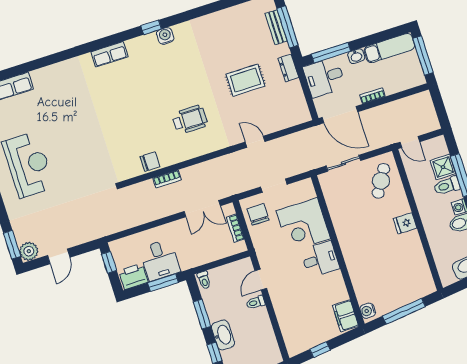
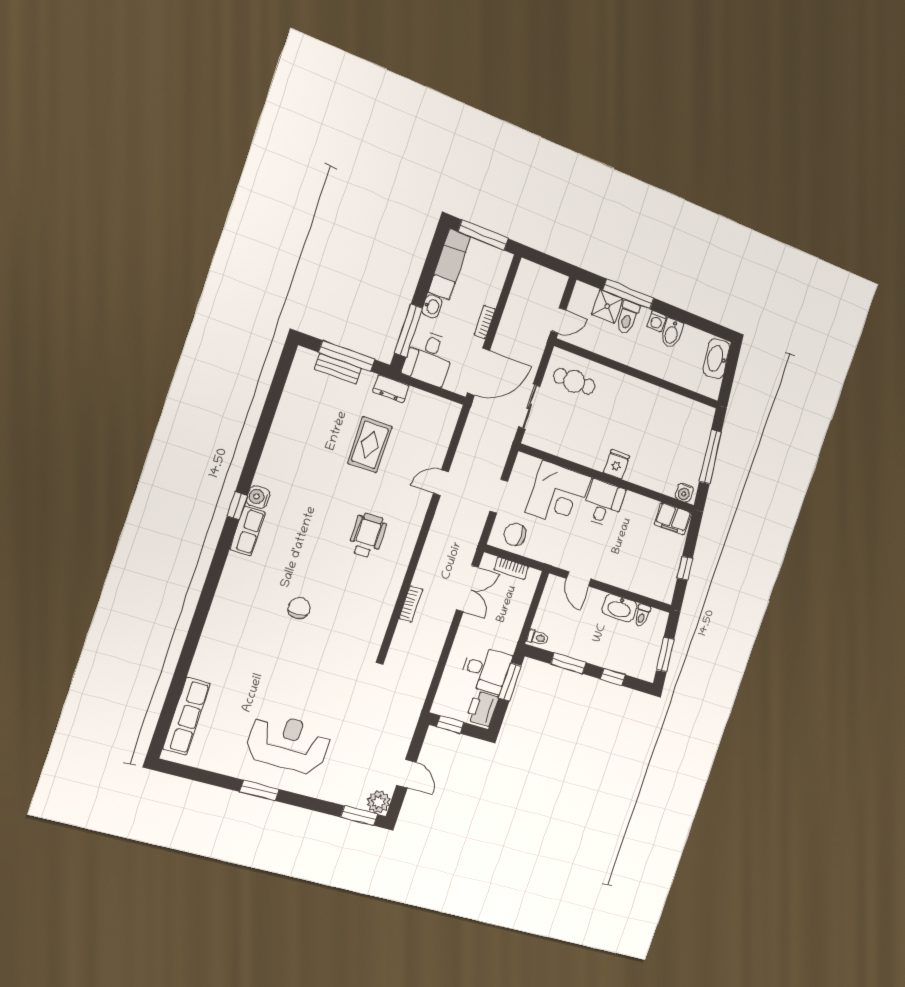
row of seats: (109, 54) -> (247, 531), moved
chair: (150, 162) -> (299, 608), moved
cafe table: (381, 181) -> (574, 381), turned -31
fridge: (405, 223) -> (616, 464), moved, turned 180
toilet: (256, 302) -> (642, 615), moved
washbasin: (223, 335) -> (619, 608), moved, turned 180

